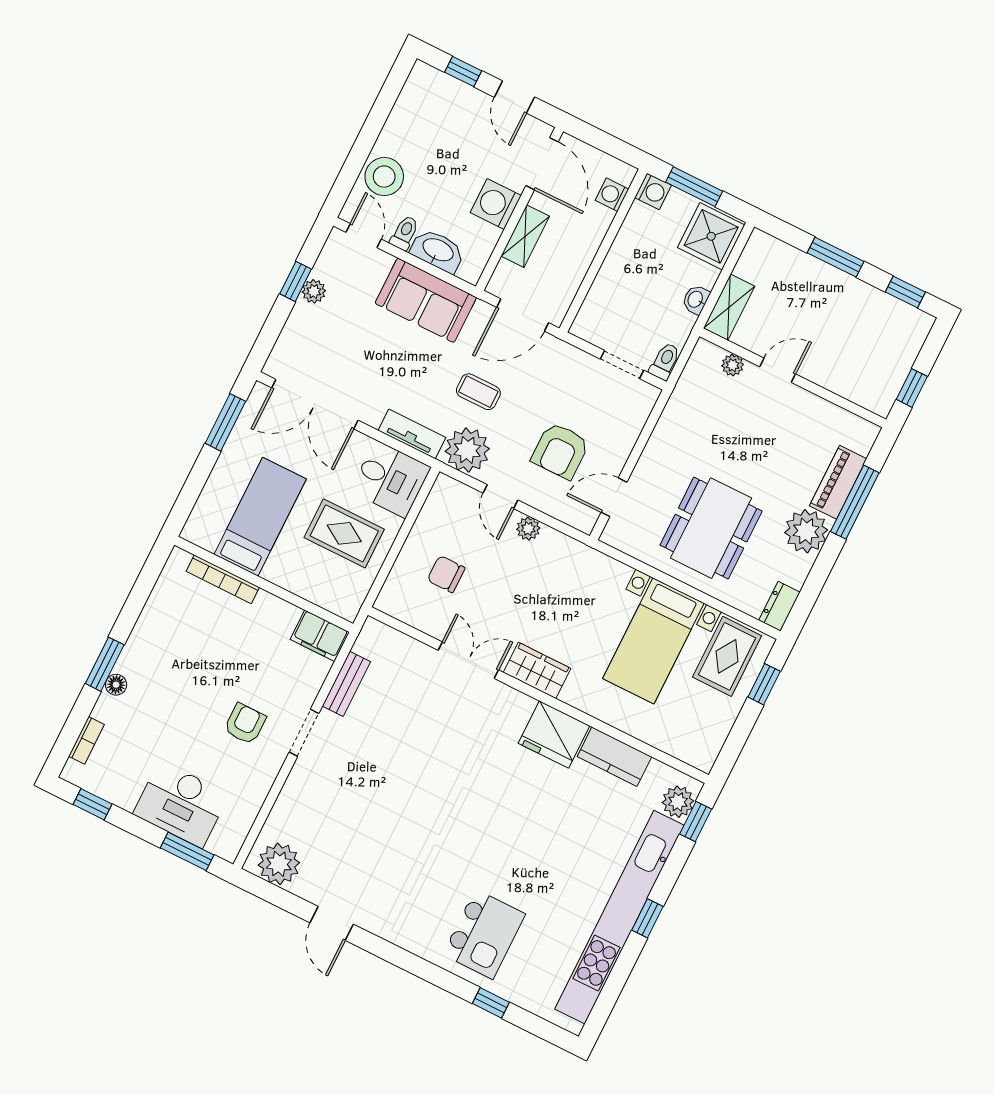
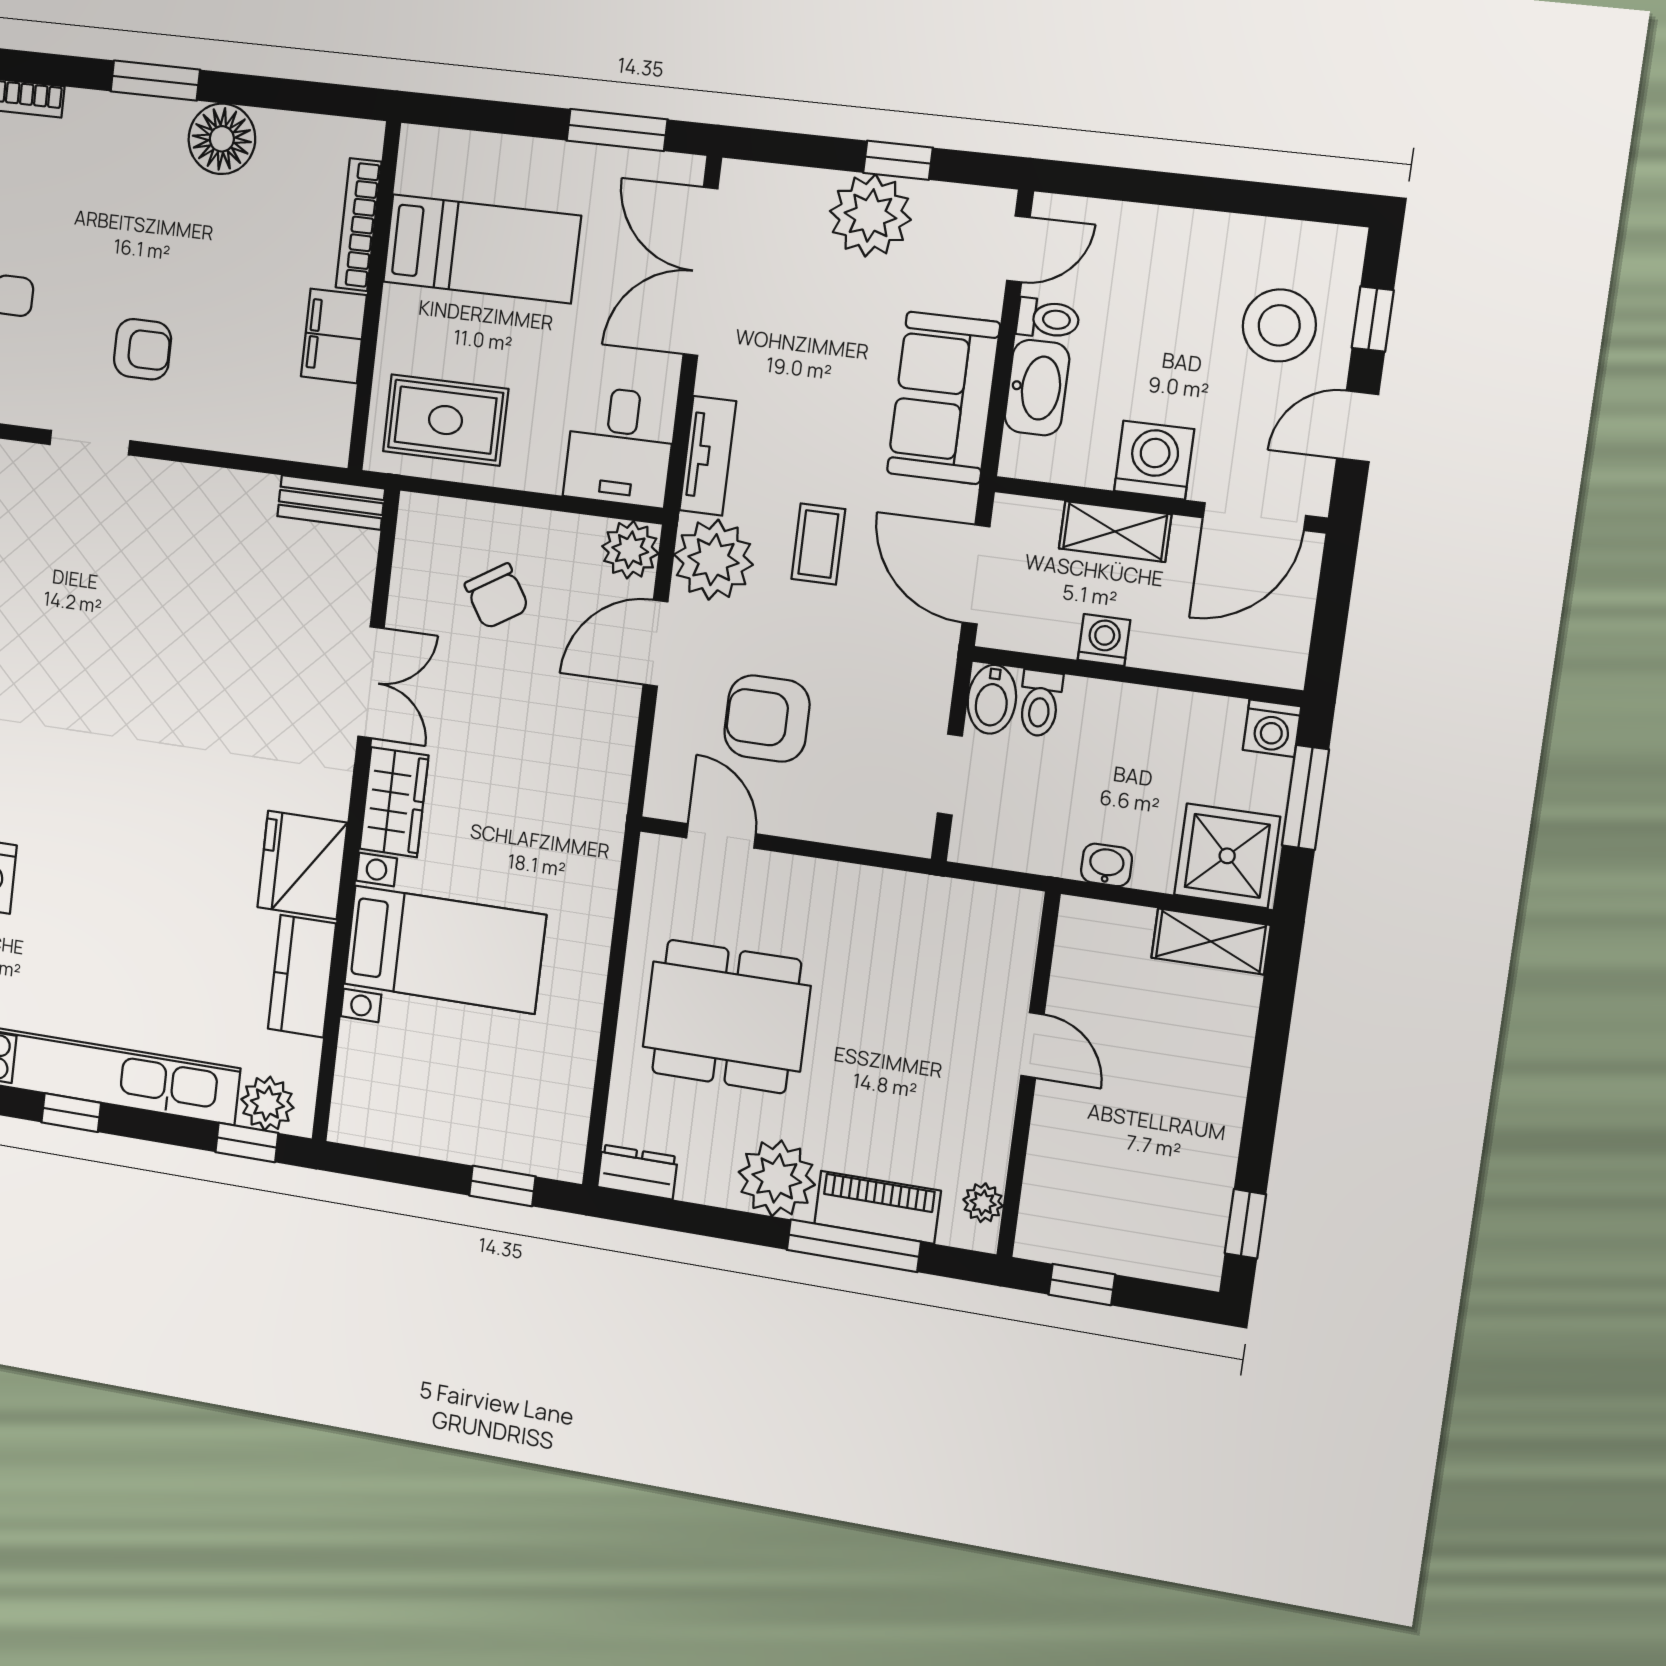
stool: (384, 177) -> (1279, 325), moved
washing machine: (612, 195) -> (1104, 640), moved
window: (836, 257) -> (1265, 1084), removed
plant: (314, 291) -> (870, 215), width x1.87, depth x1.87
shelving: (729, 307) -> (1211, 941), moved
bidet: (590, 329) -> (992, 699), added
toilet: (665, 361) -> (1040, 703), moved, turned 90
plant: (733, 365) -> (983, 1203), moved
door: (500, 497) -> (655, 643), width x1.38
plant: (528, 529) -> (630, 550), moved, width x1.38, depth x1.38
rug: (344, 533) -> (446, 420), moved, turned 90
chair: (446, 574) -> (497, 596), turned 148
filing cabinet: (320, 636) -> (334, 336), moved
bed with nightstands: (653, 641) -> (445, 950), moved, turned 180
rug: (727, 656) -> (526, 1110), removed
bench: (346, 684) -> (331, 502), moved
floor lamp: (116, 685) -> (222, 139), moved, width x1.89, depth x1.89
doorway: (304, 733) -> (90, 443), moved

